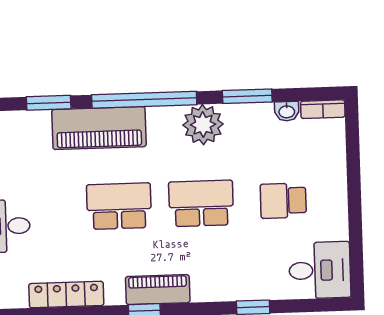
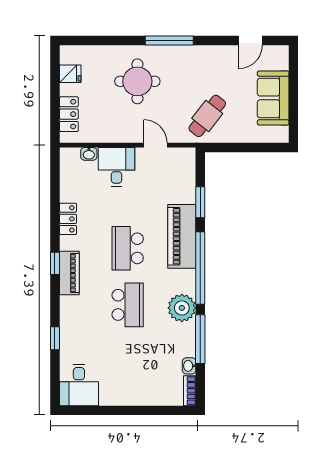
window: (247, 96) -> (200, 339), width x1.44
school desk: (283, 201) -> (128, 361), removed
school desk: (119, 206) -> (128, 248), turned 180
locker: (66, 295) -> (68, 219), width x0.66

